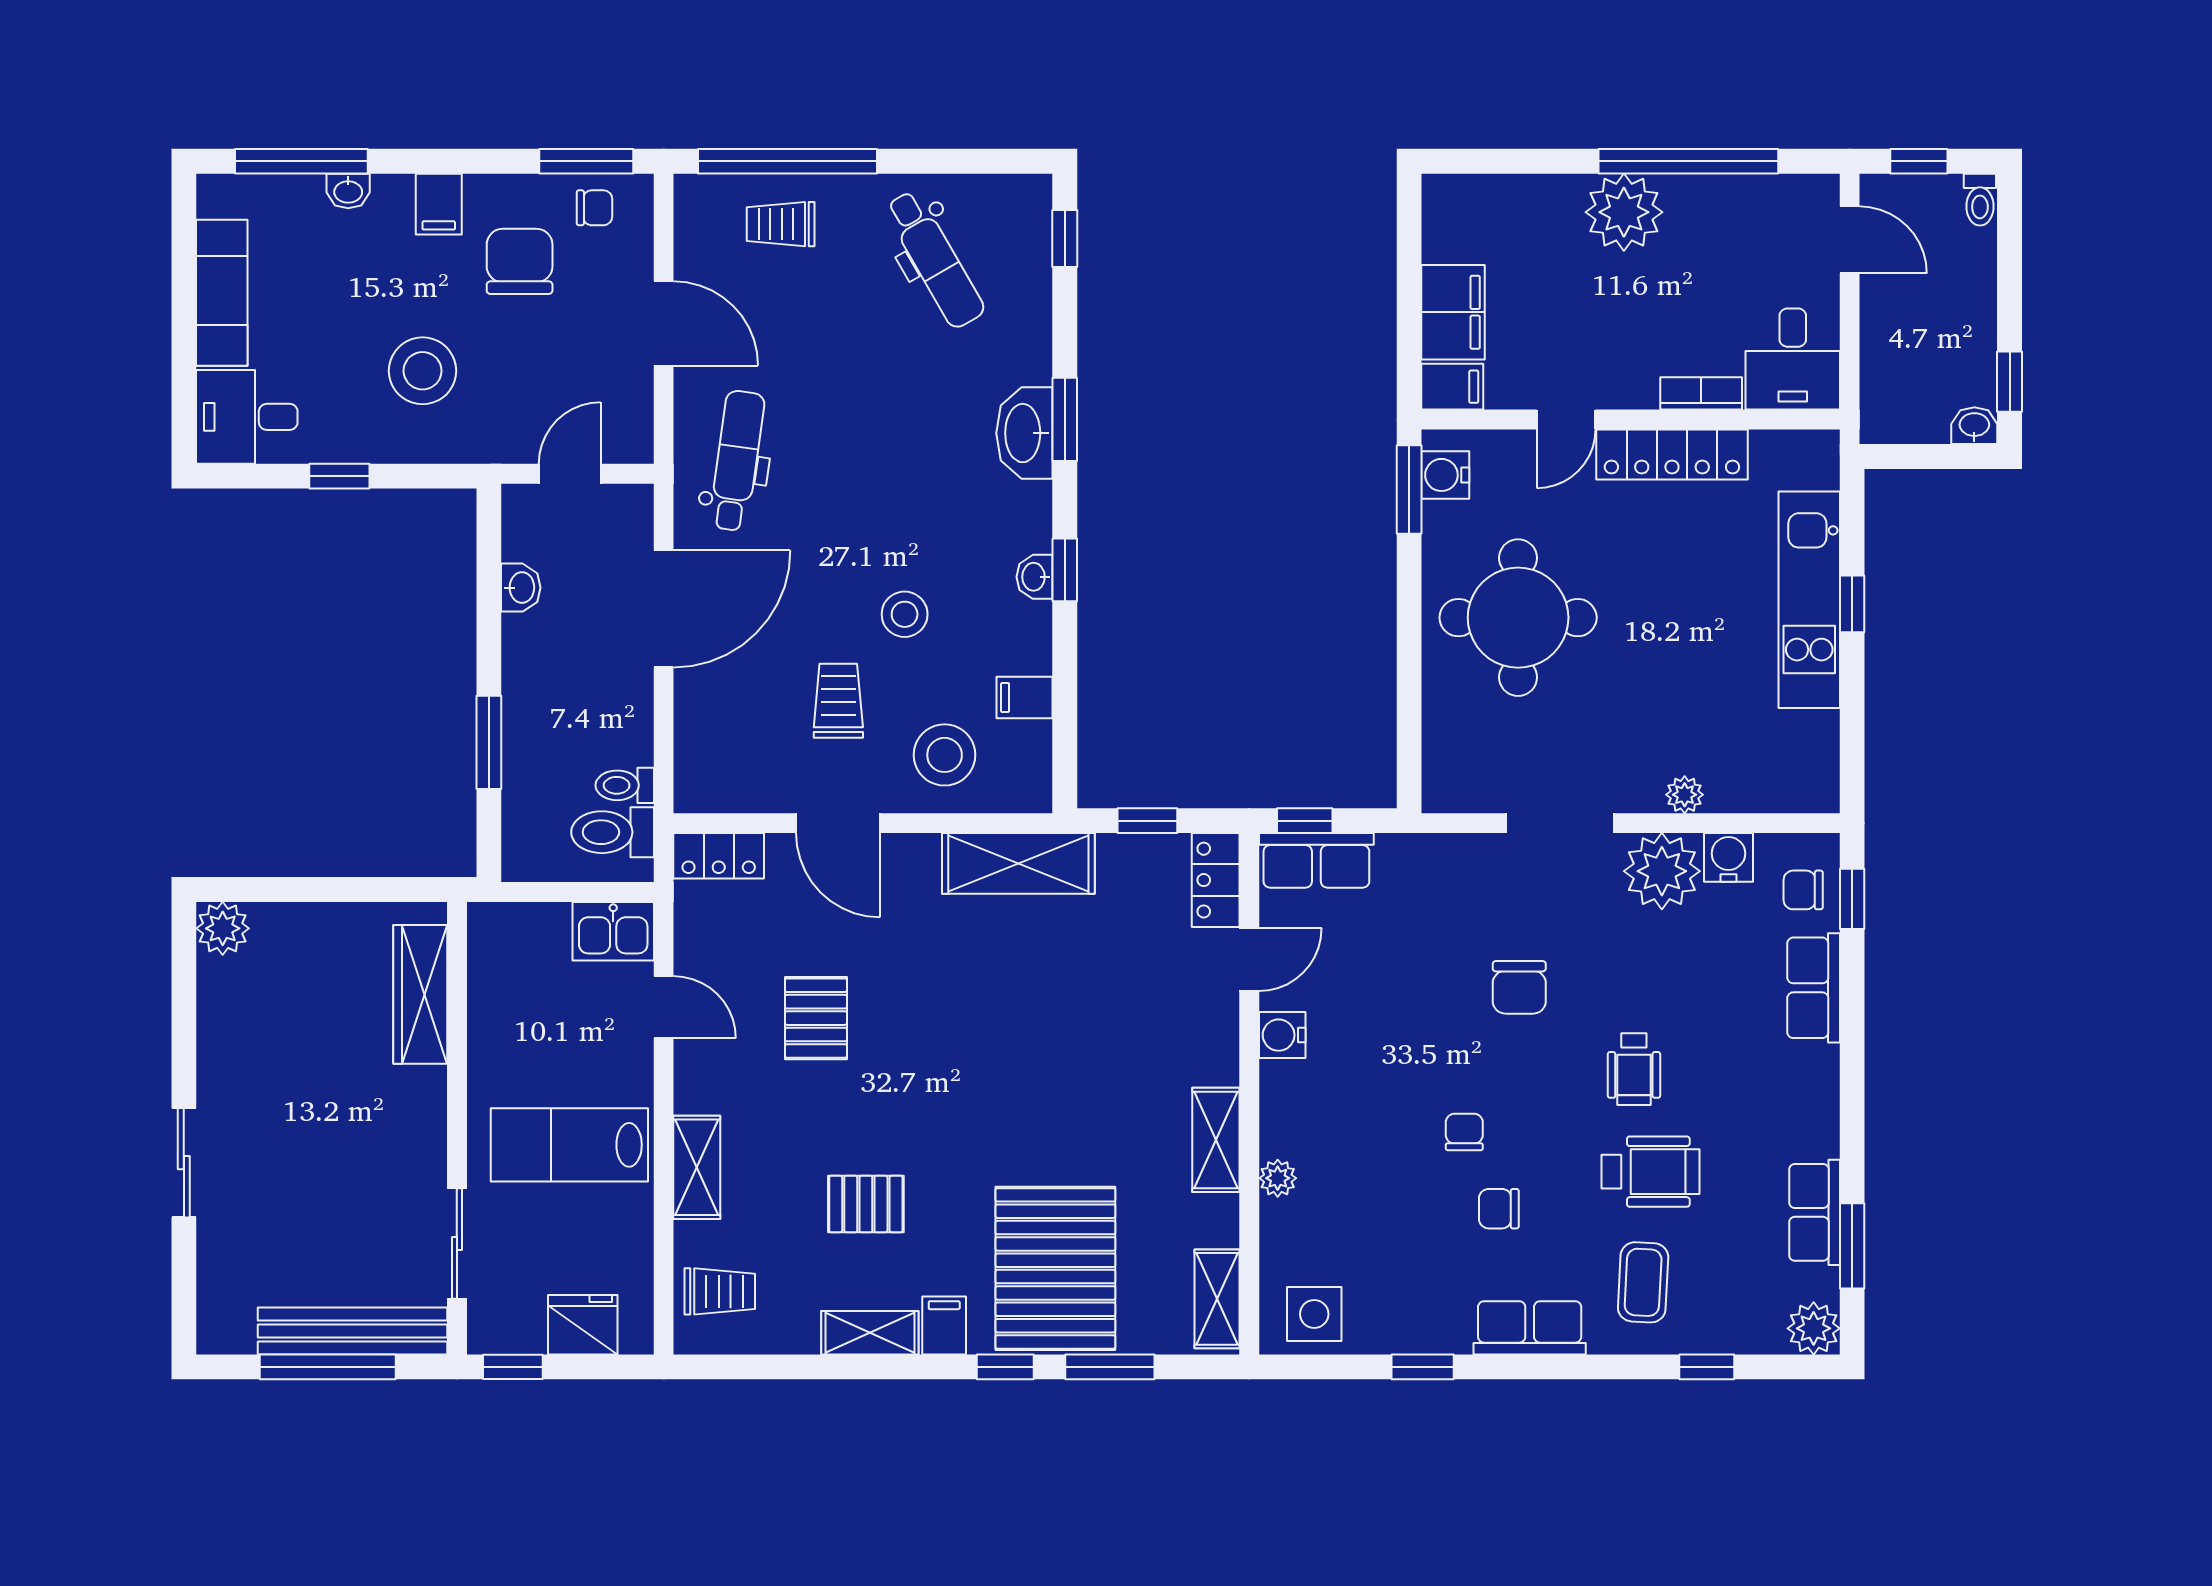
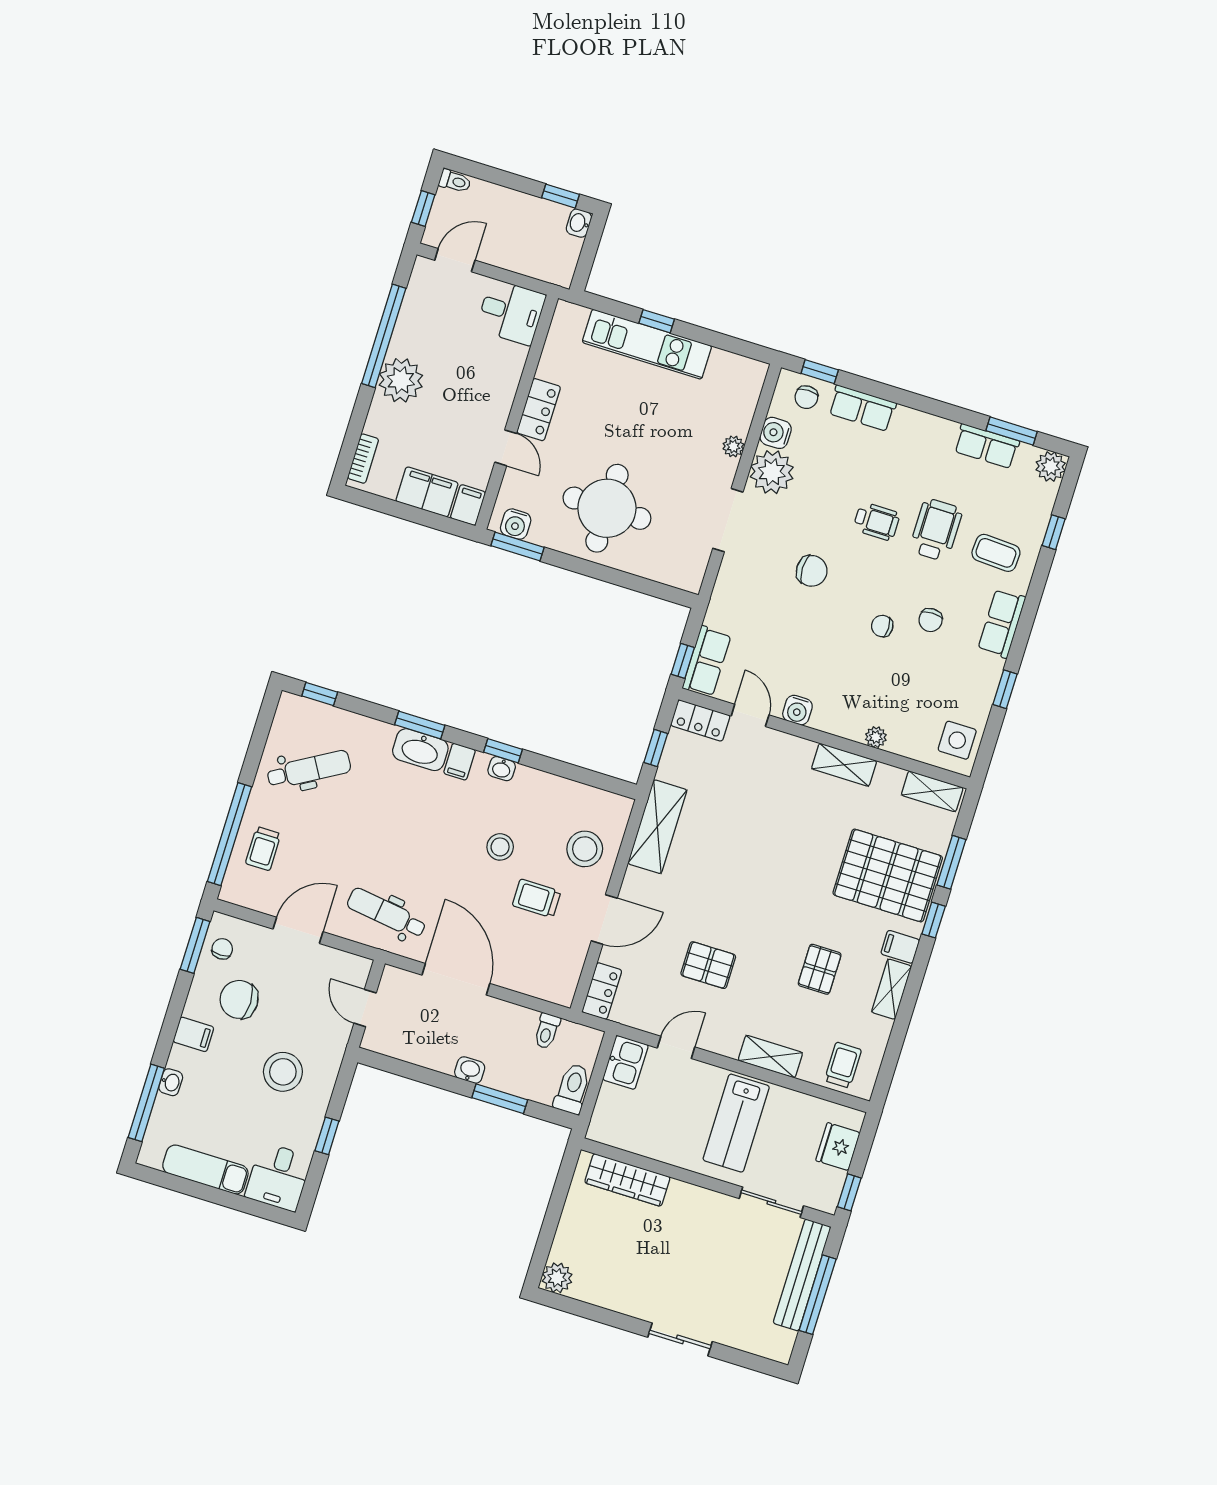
bookcase: (1701, 393) -> (363, 459), moved, turned 180
locker: (1672, 454) -> (539, 410), width x0.66
washbasin: (521, 588) -> (470, 1070), moved
filing cabinet: (1025, 697) -> (459, 762), moved
toilet: (613, 832) -> (572, 1089), moved, turned 180

